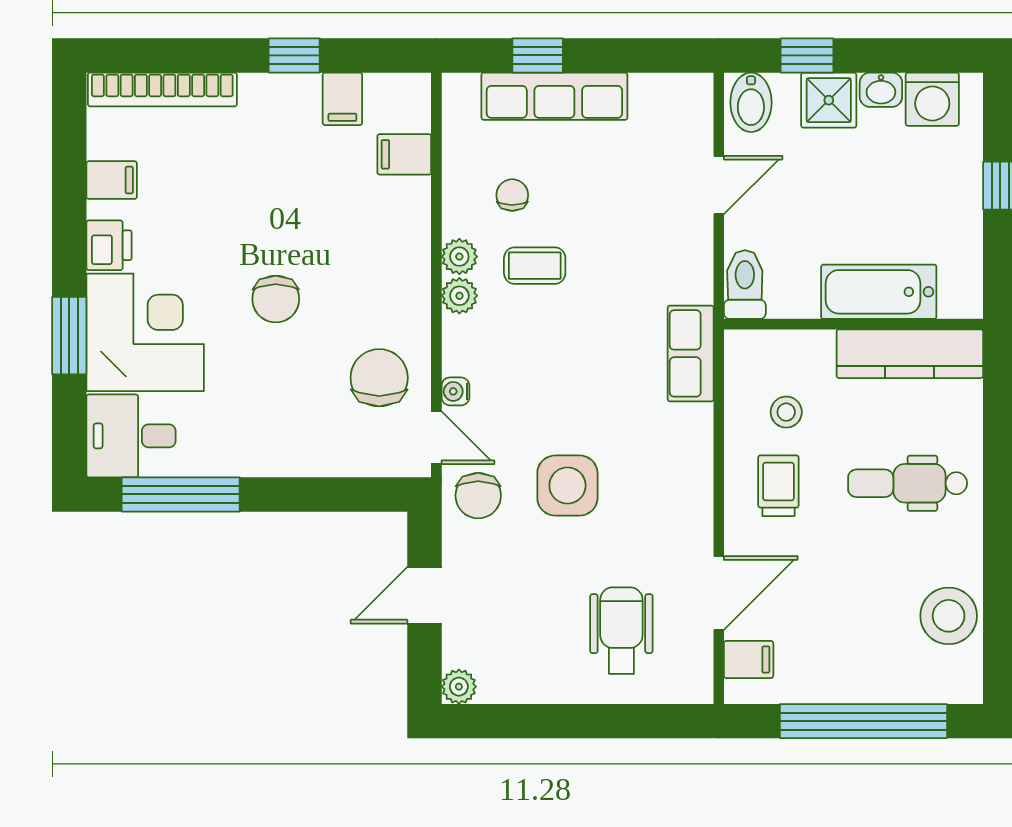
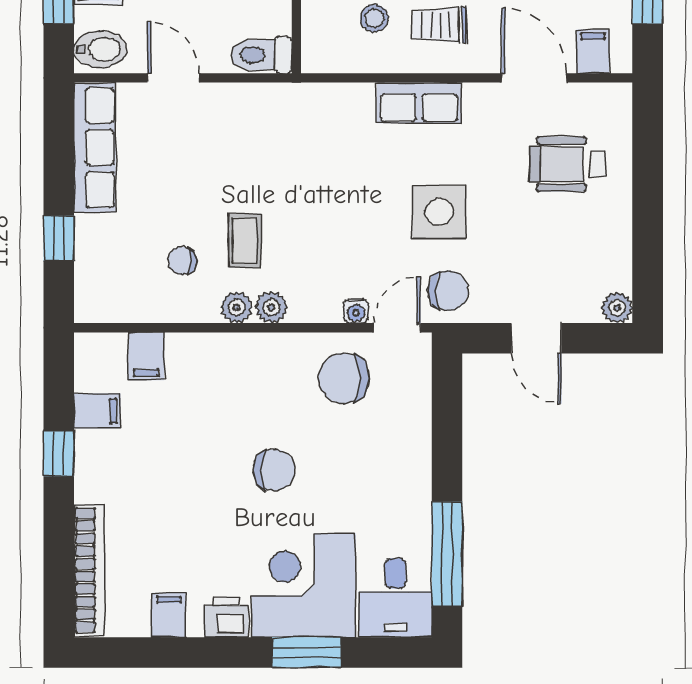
row of seats: (554, 96) -> (95, 147), moved
row of seats: (691, 353) -> (419, 103), moved

